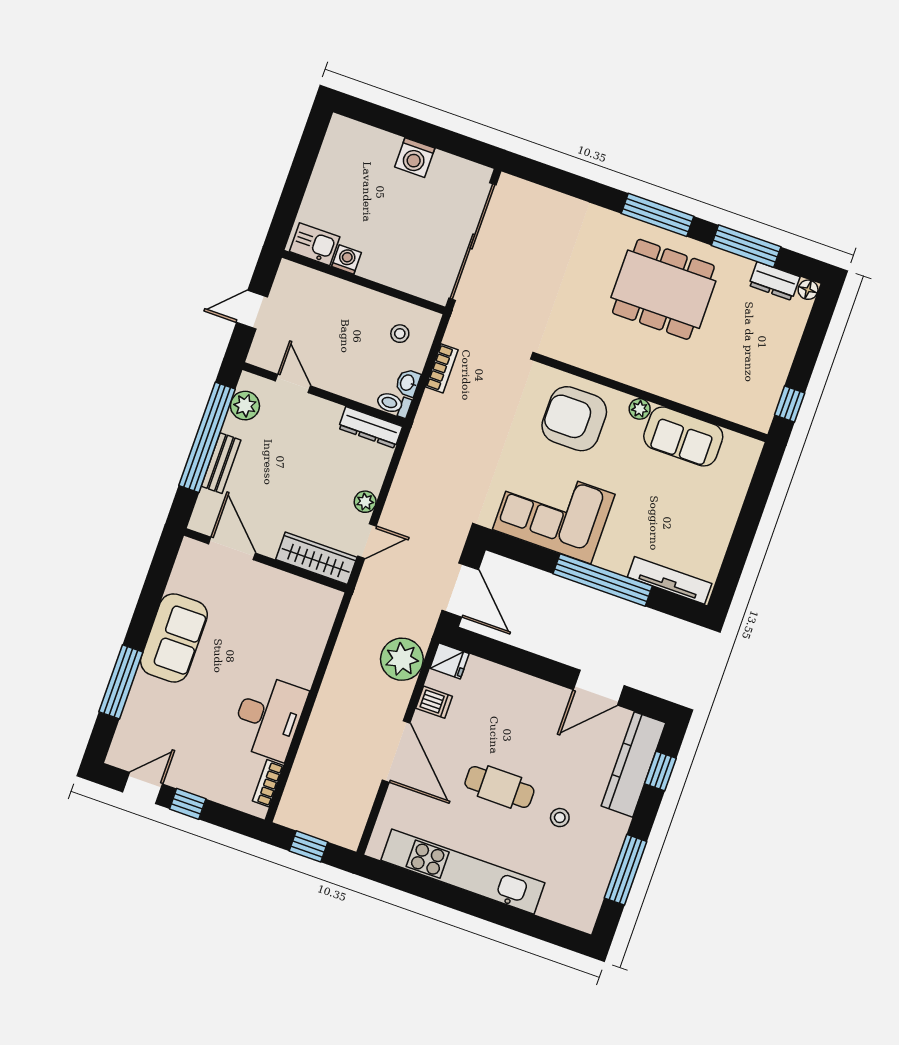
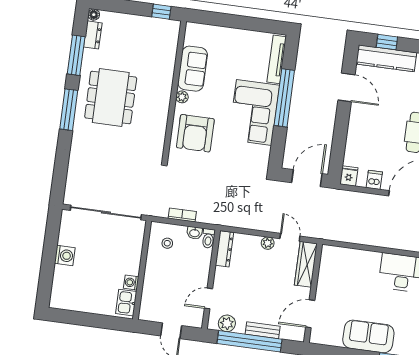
corner sofa: (554, 512) -> (254, 112), moved
plant: (402, 659) -> (354, 203), removed

